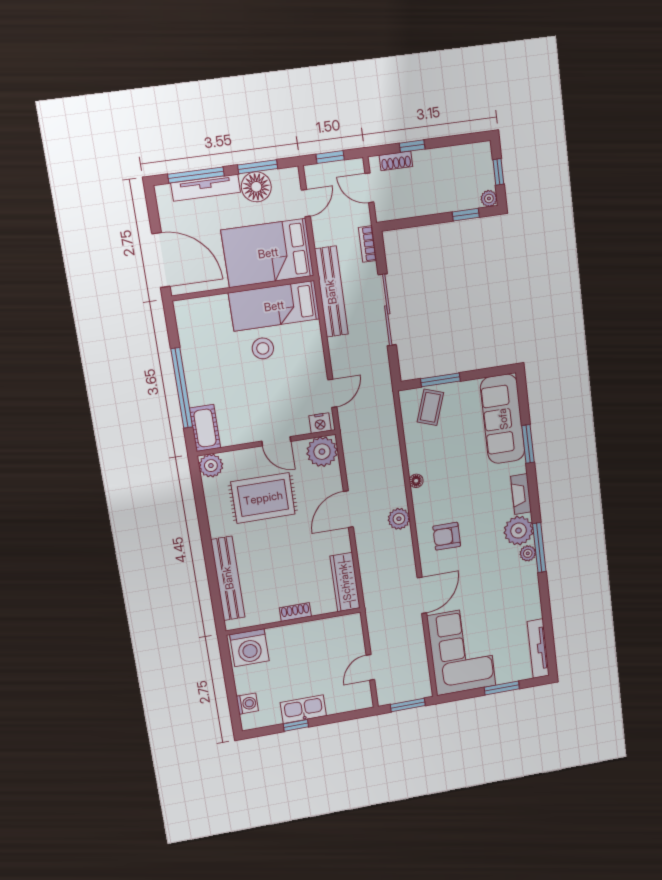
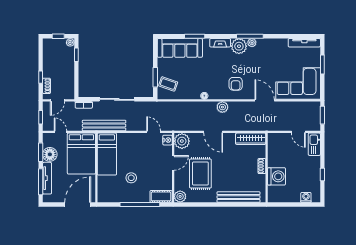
stool: (263, 348) -> (131, 178), moved
washing machine: (249, 648) -> (276, 176), moved
kitchen sink: (303, 709) -> (314, 144), moved

